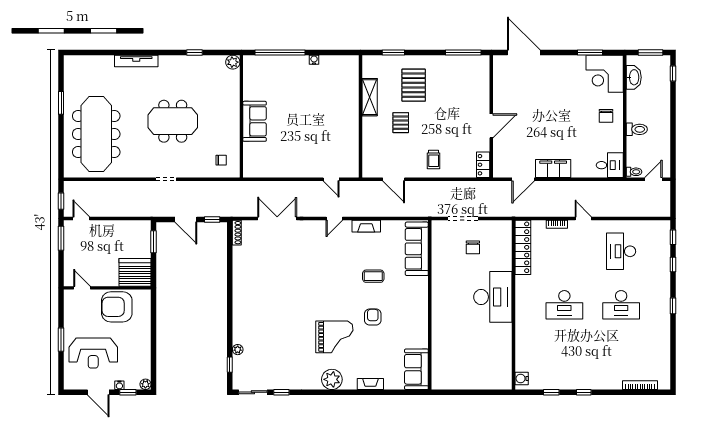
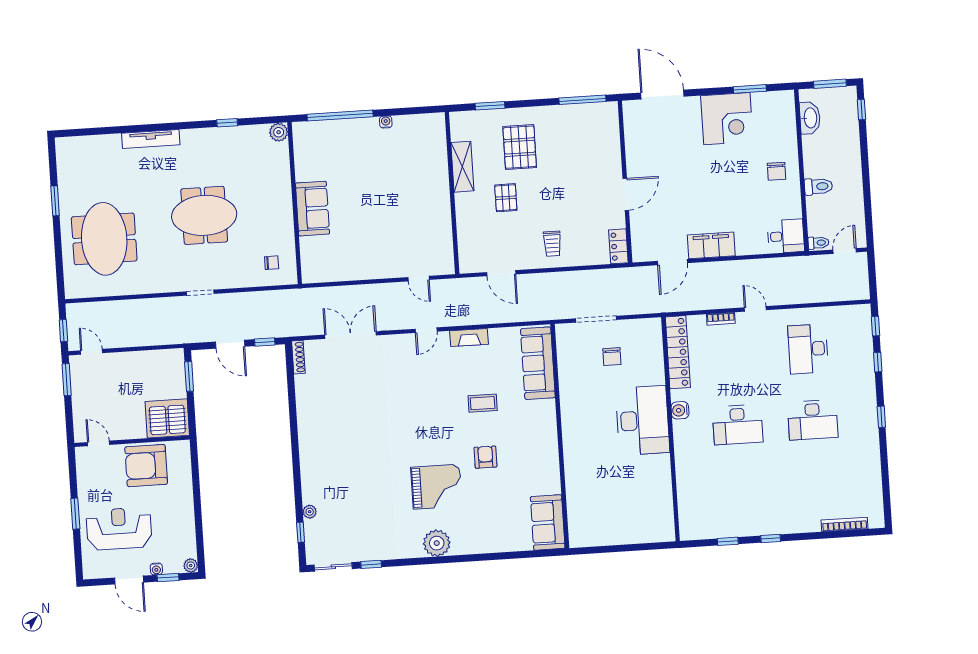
corner desk: (605, 74) -> (727, 119), moved, turned -90
meeting table: (96, 134) -> (104, 239), width x0.73
reception desk: (93, 353) -> (119, 529), turned 180
water cooler: (522, 378) -> (680, 410), moved
fireplace: (370, 384) -> (488, 546), removed

